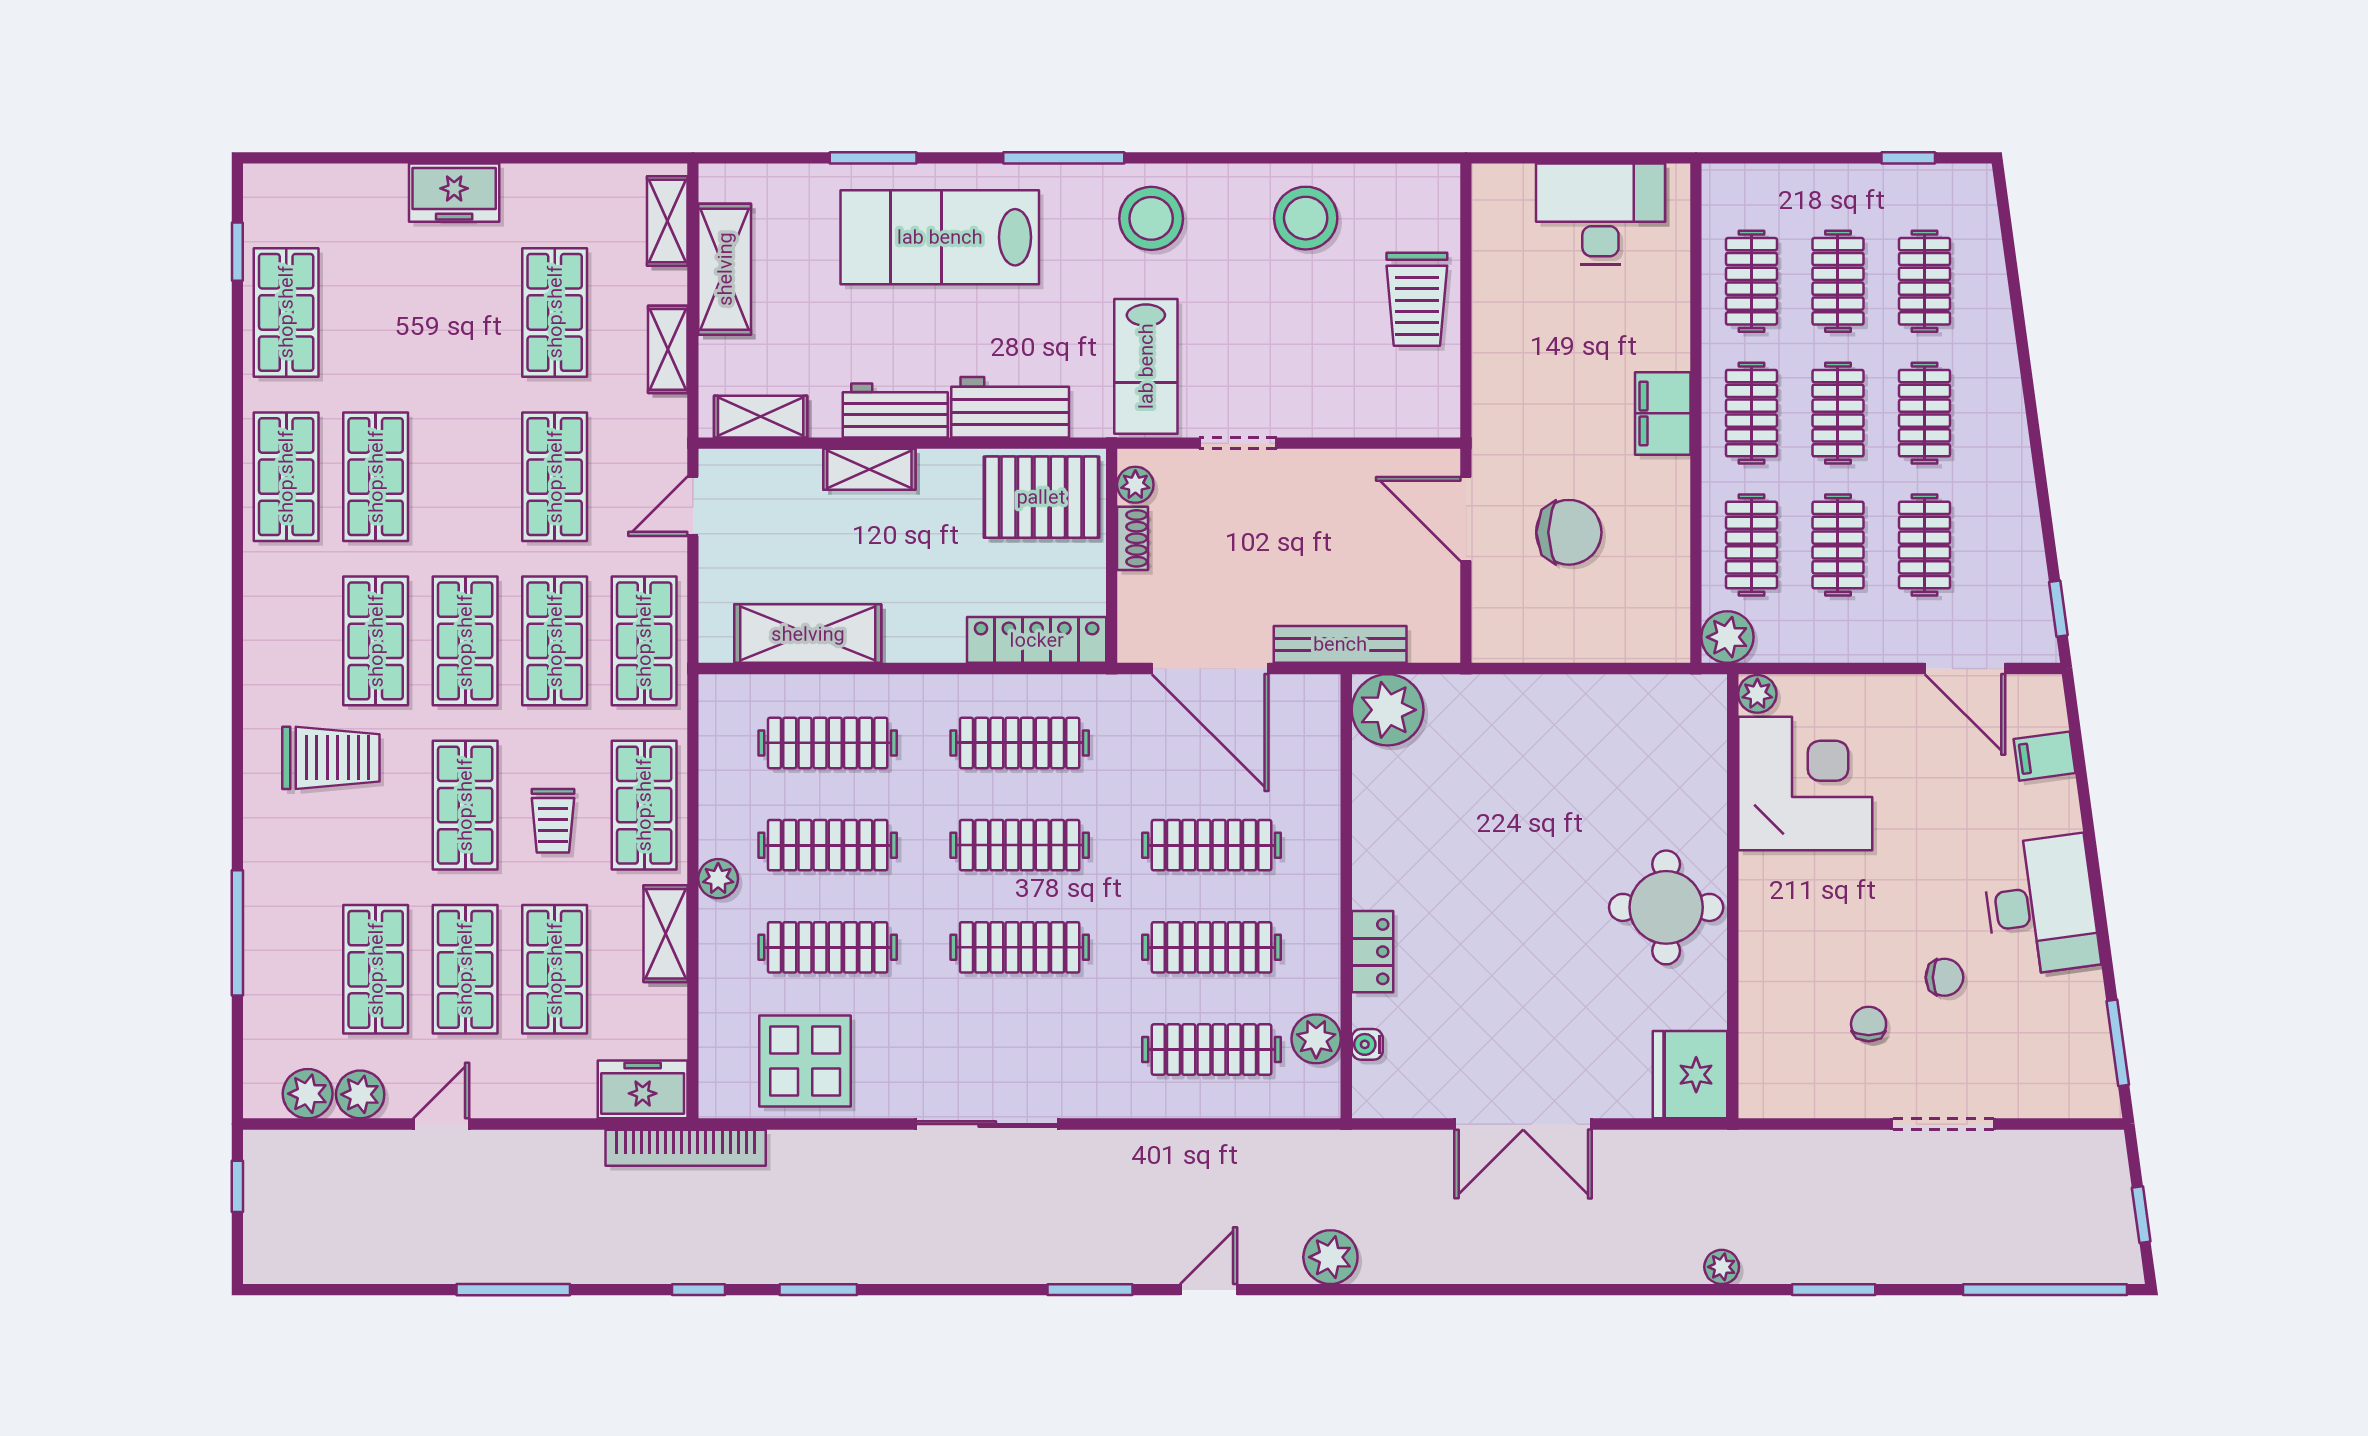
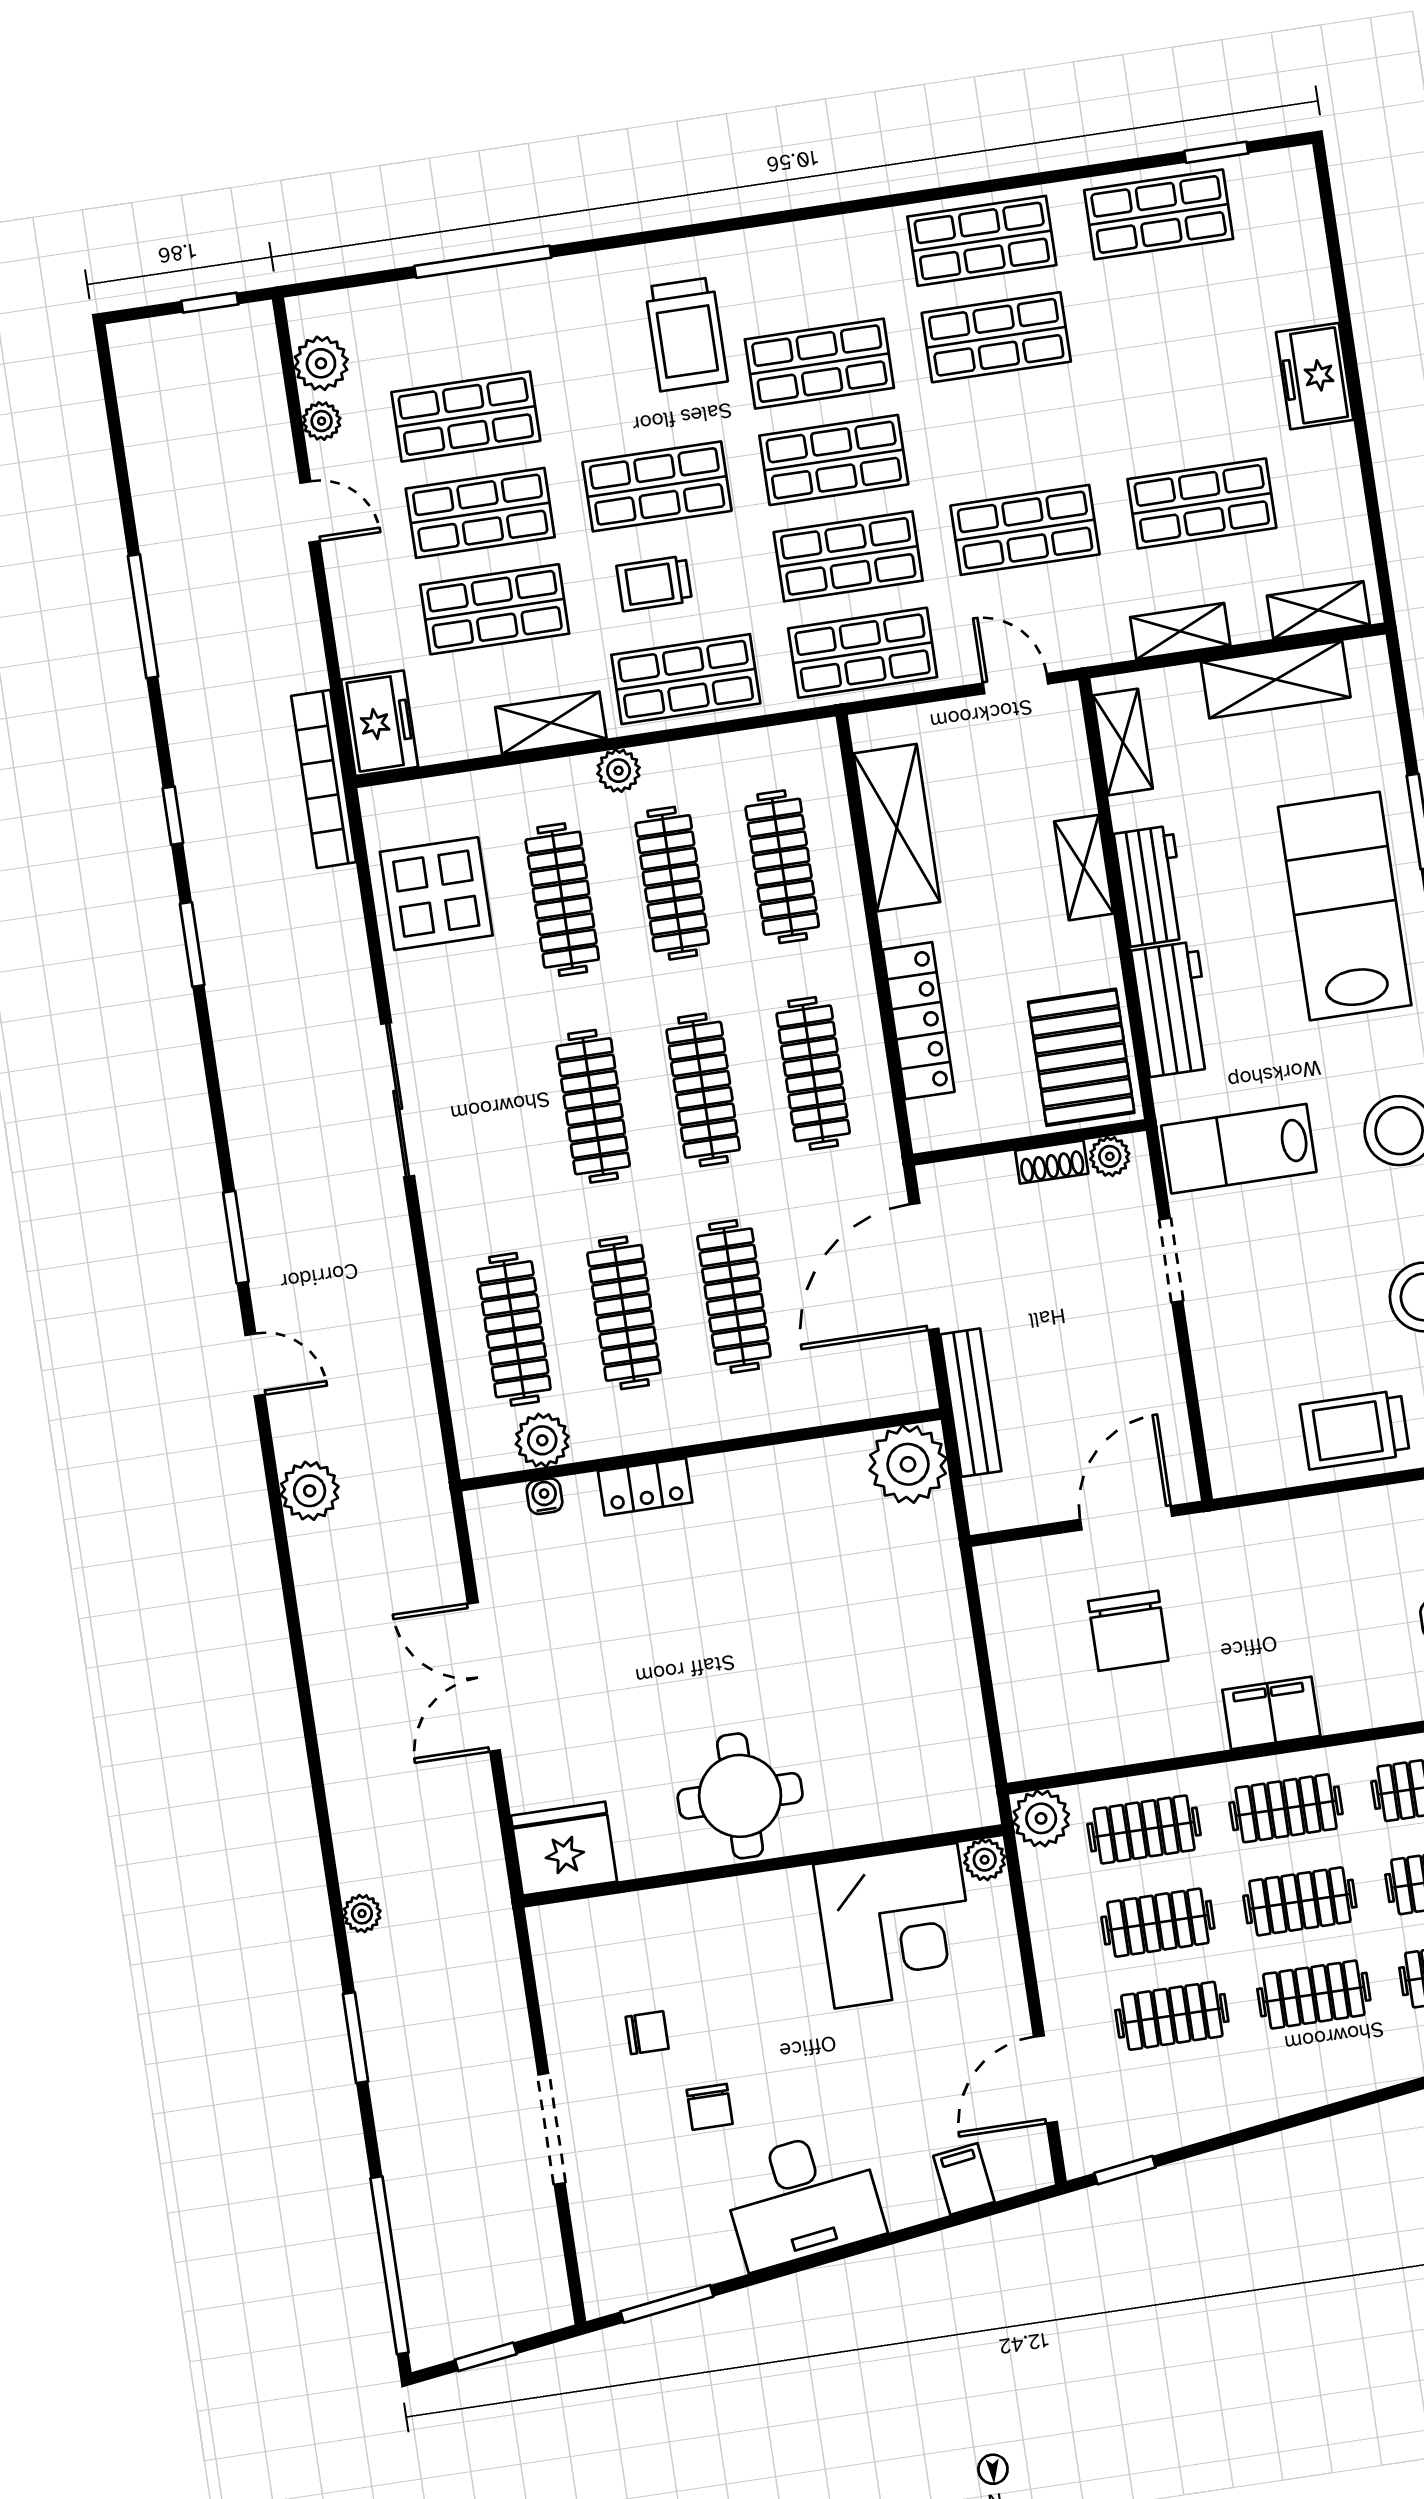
locker: (1037, 640) -> (919, 1021), moved
plant: (360, 1094) -> (322, 421), width x0.73, depth x0.73

